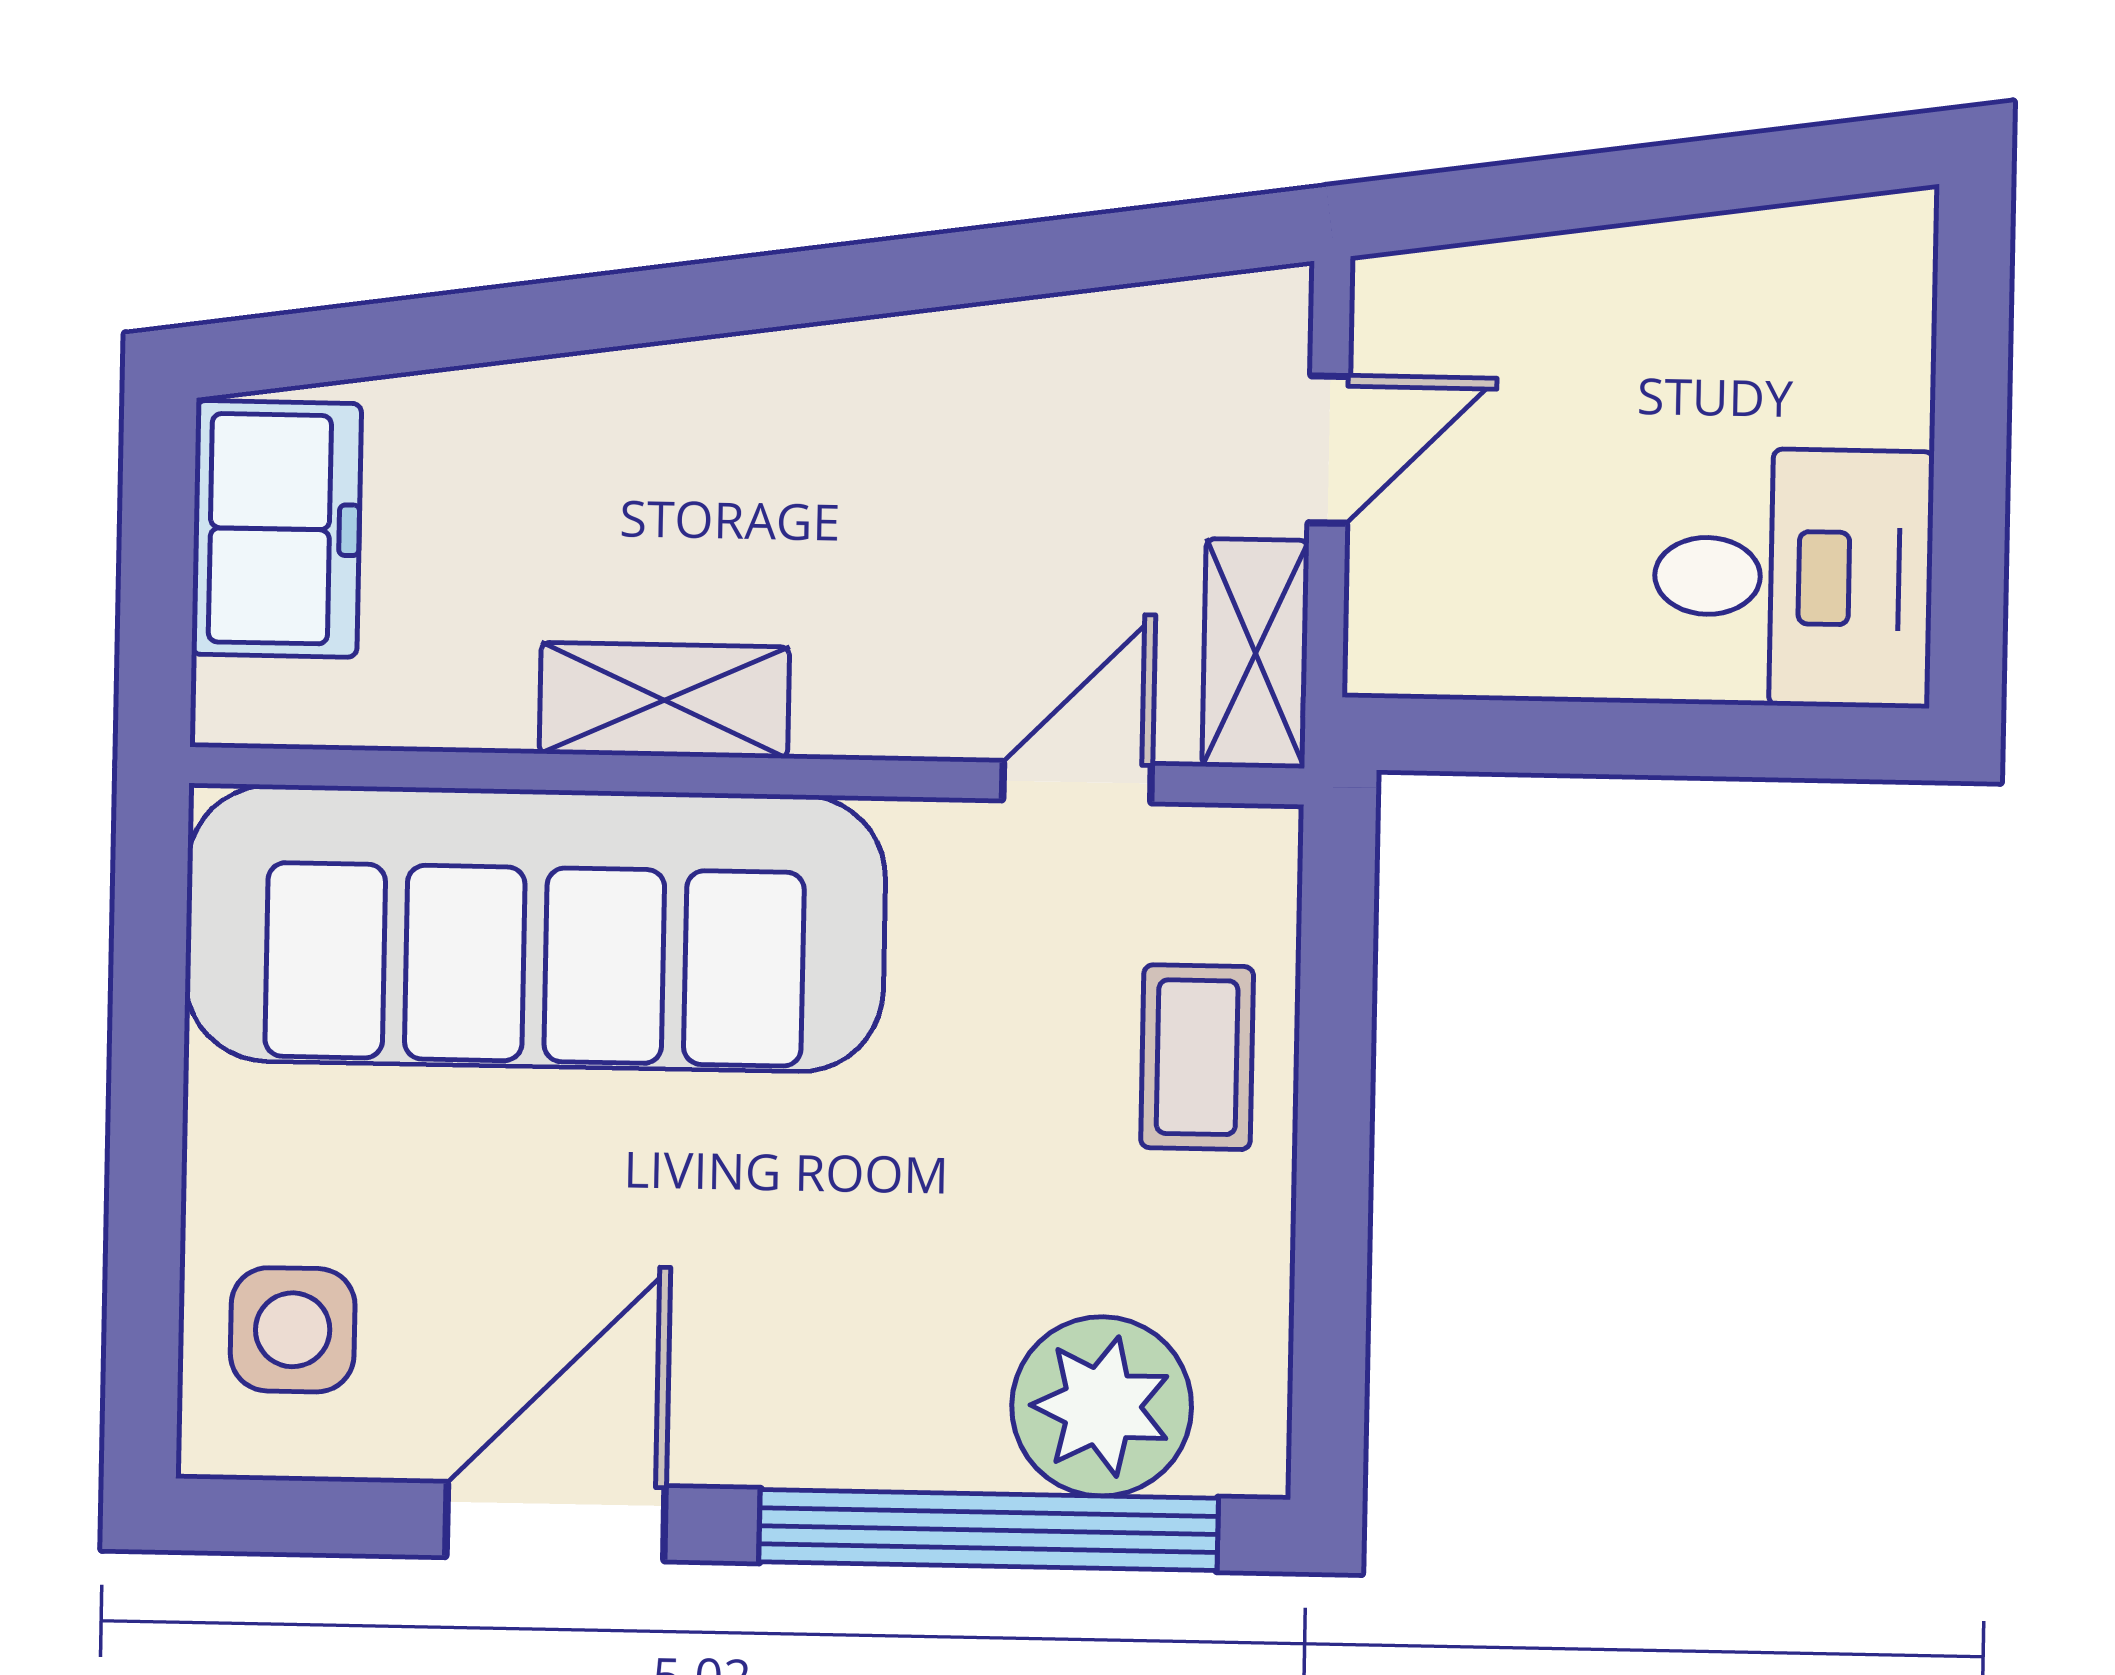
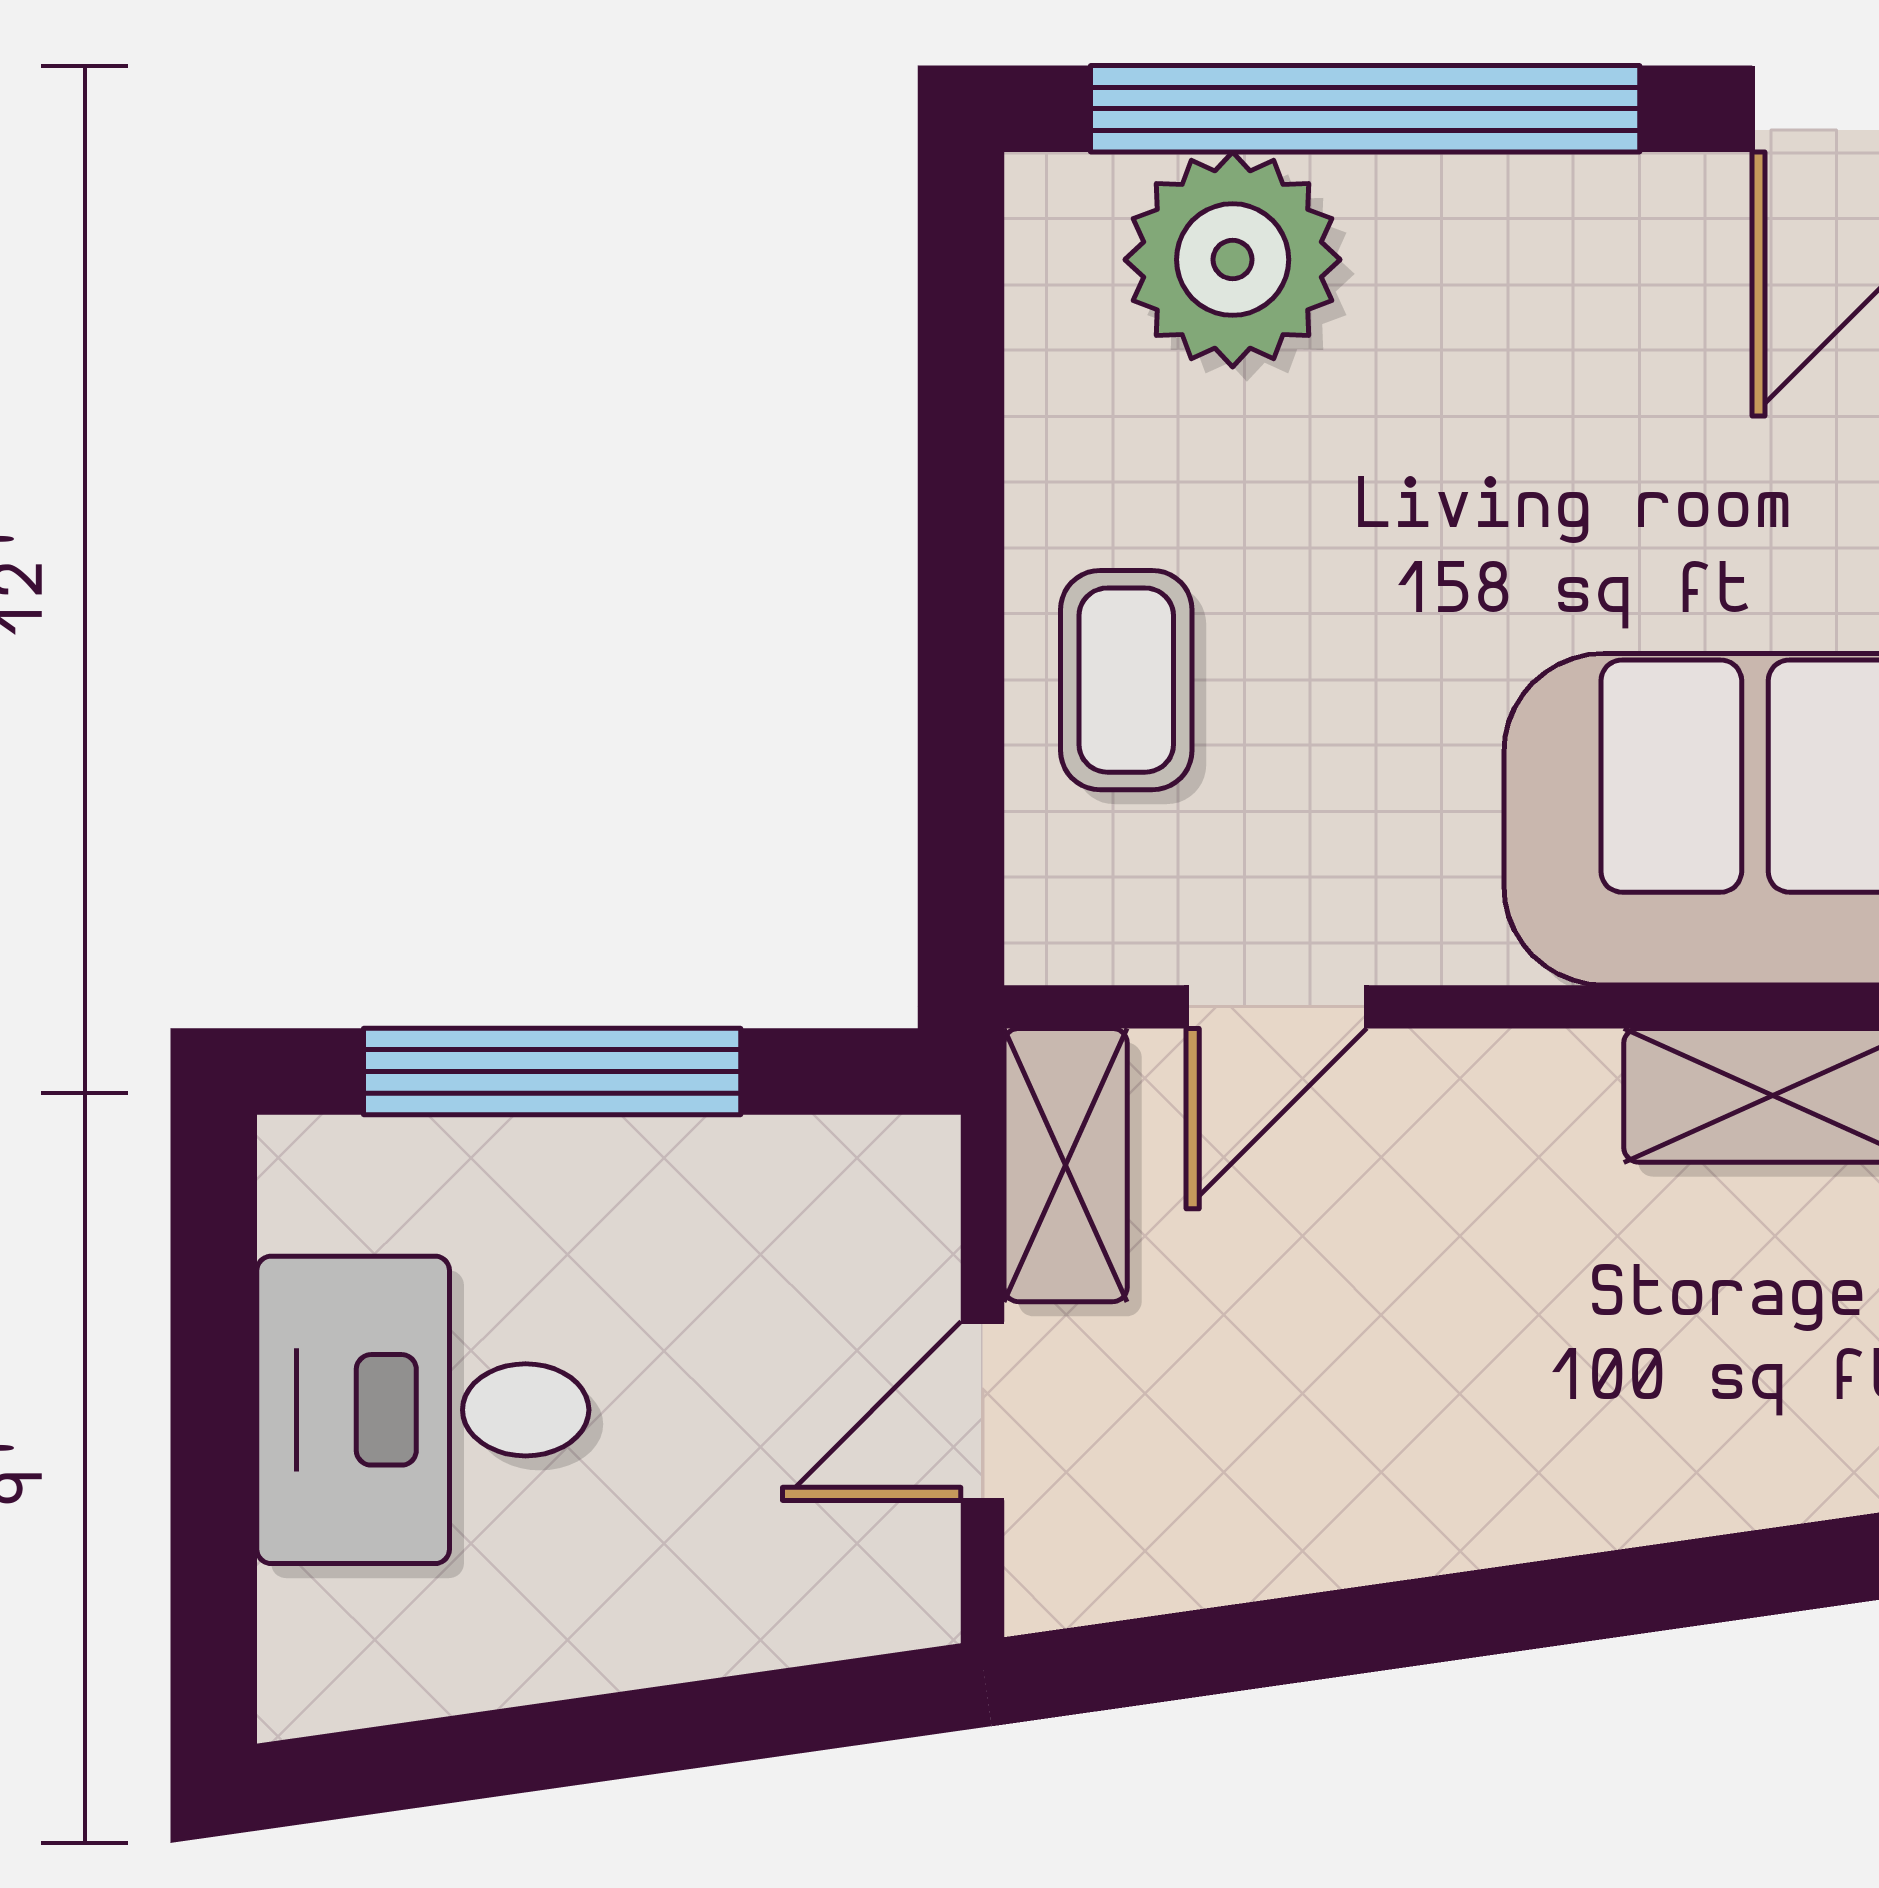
desk: (1793, 578) -> (423, 1410), moved
window: (1682, 740) -> (552, 1071), added

